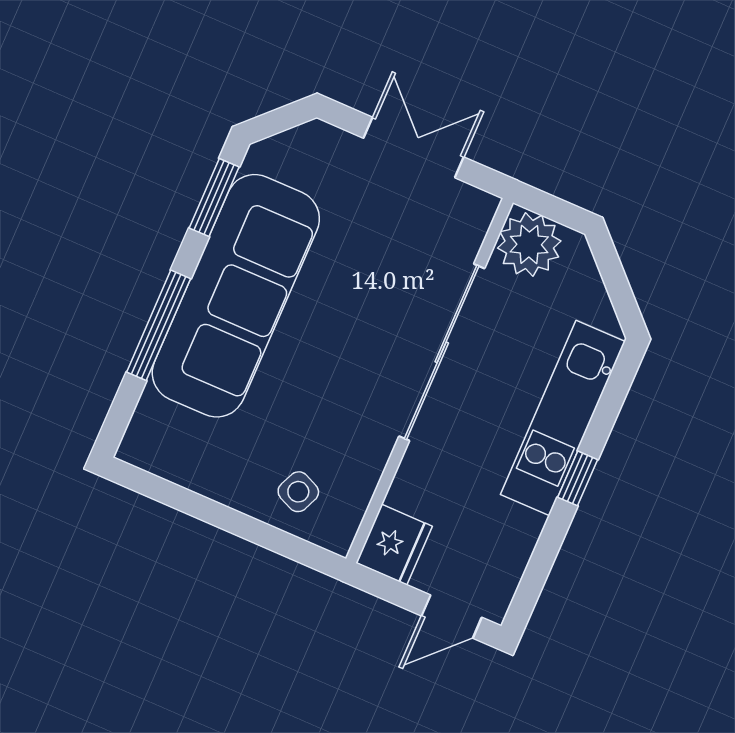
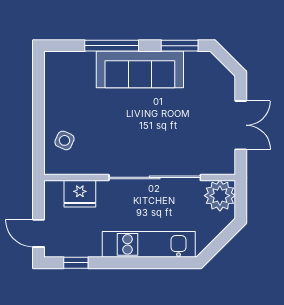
sofa: (236, 296) -> (140, 69), width x0.74, depth x0.79
window: (578, 478) -> (76, 263), moved
fridge: (394, 545) -> (80, 194), moved

